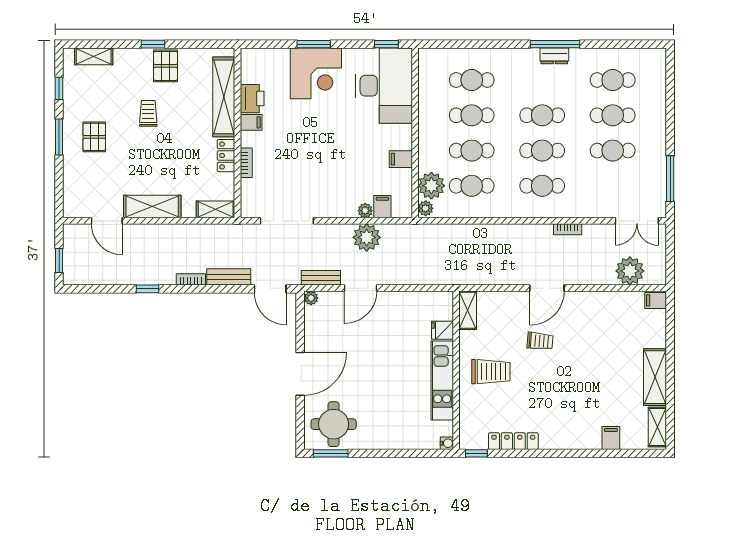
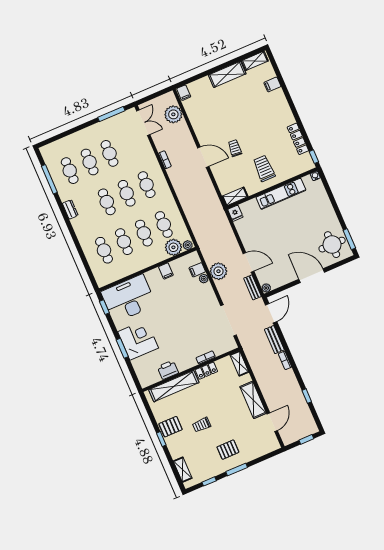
window: (555, 44) -> (49, 179), moved
filing cabinet: (251, 122) -> (182, 365), removed
window: (148, 289) -> (307, 396), moved
fridge: (443, 330) -> (235, 213), moved

